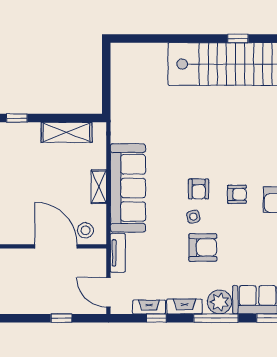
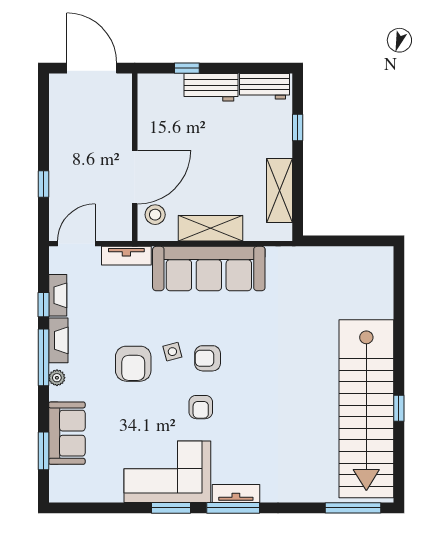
shelving: (99, 187) -> (210, 228), width x1.50, depth x1.33
plant: (219, 302) -> (57, 378), width x0.53, depth x0.53
window: (216, 318) -> (43, 357), moved

